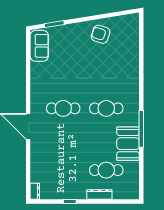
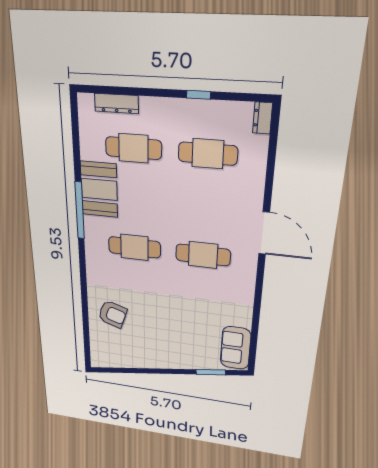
armchair: (101, 34) -> (113, 314), moved
cafe table: (63, 170) -> (208, 154), added
dresser: (99, 194) -> (116, 103), moved

